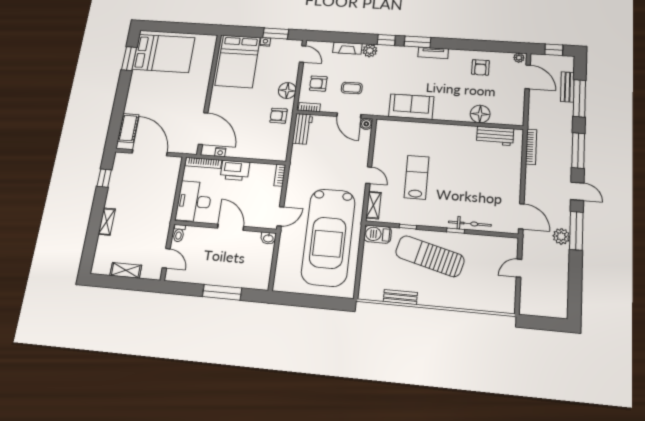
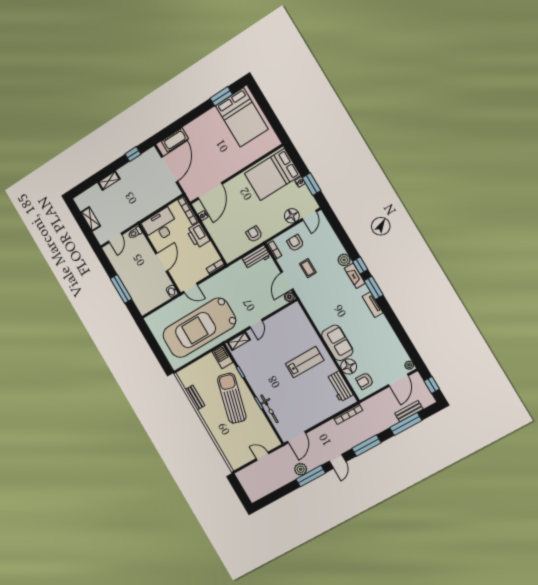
fireplace: (347, 48) -> (355, 276), moved
armchair: (480, 67) -> (365, 381), moved
floor lamp: (287, 91) -> (292, 216), moved
sofa: (411, 107) -> (337, 343), moved
lab bench: (417, 177) -> (305, 362), moved

